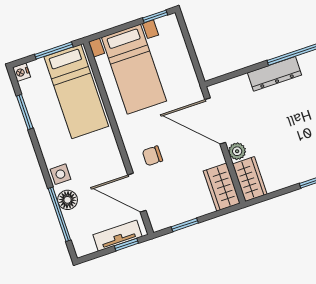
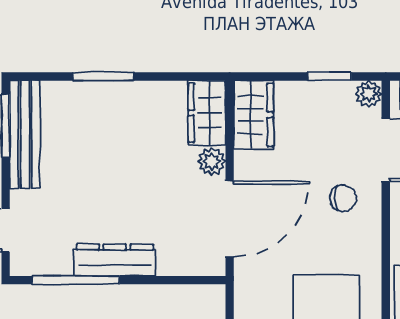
door: (215, 121) -> (230, 219), hinge flipped
plant: (158, 223) -> (369, 94), added

